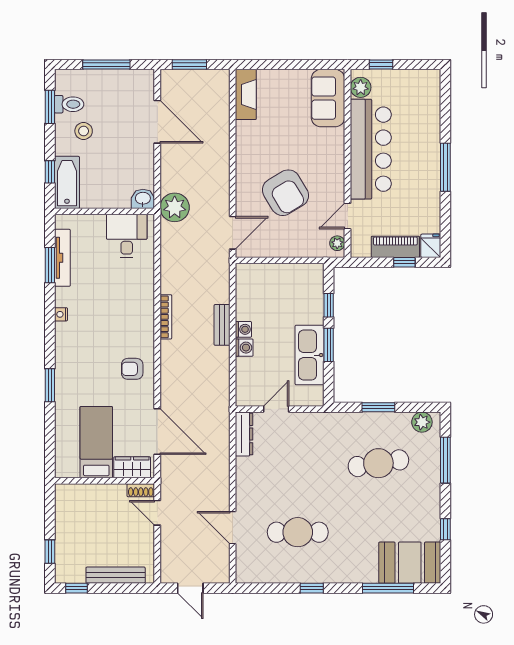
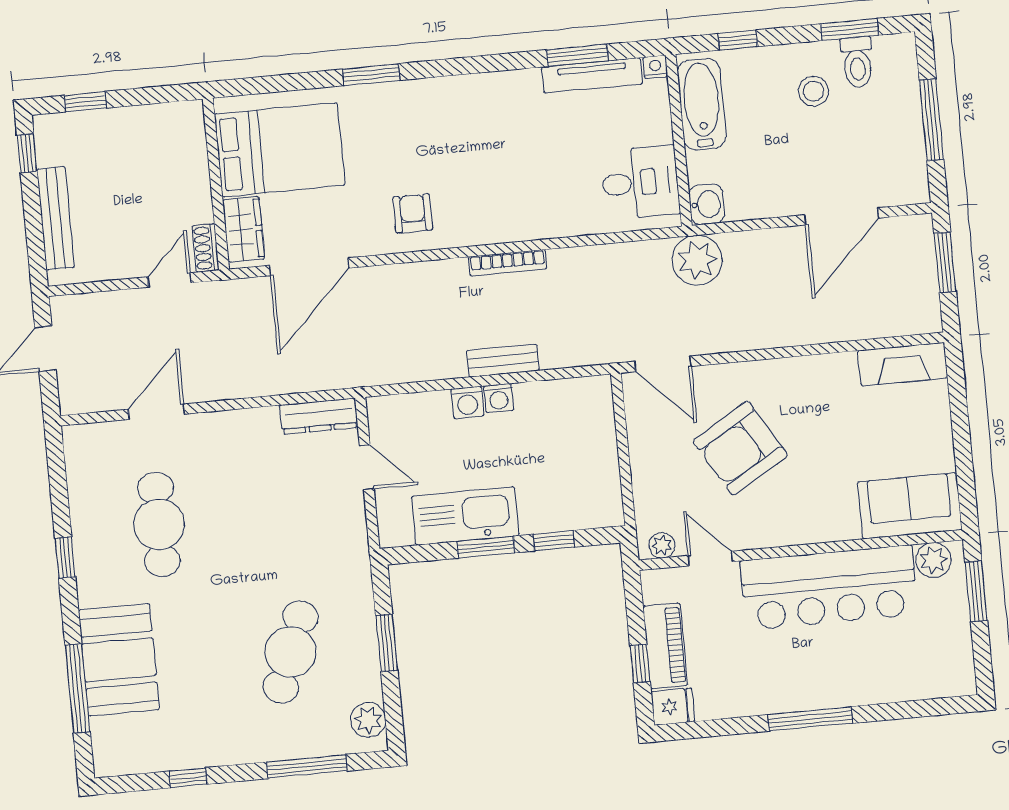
window: (381, 64) -> (976, 591), width x1.50
bathtub: (67, 182) -> (702, 104), moved, turned -90
nightstand: (61, 314) -> (655, 67), moved
bed: (96, 442) -> (280, 150), width x1.50
cafe table: (378, 463) -> (291, 652), turned 30
booth: (410, 563) -> (119, 660), moved

